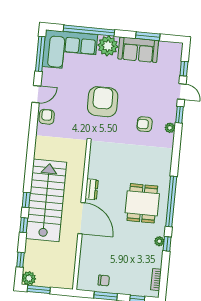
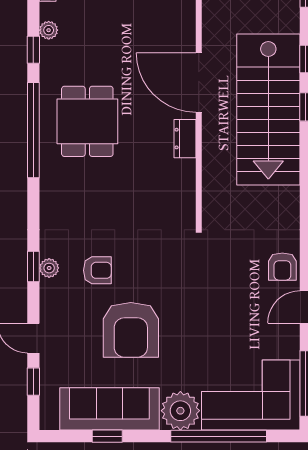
window: (148, 36) -> (107, 436), width x0.67
sofa: (138, 50) -> (109, 409), width x1.36
armchair: (103, 102) -> (131, 330), moved
window: (180, 115) -> (33, 266), moved
plant: (159, 241) -> (49, 30), moved

